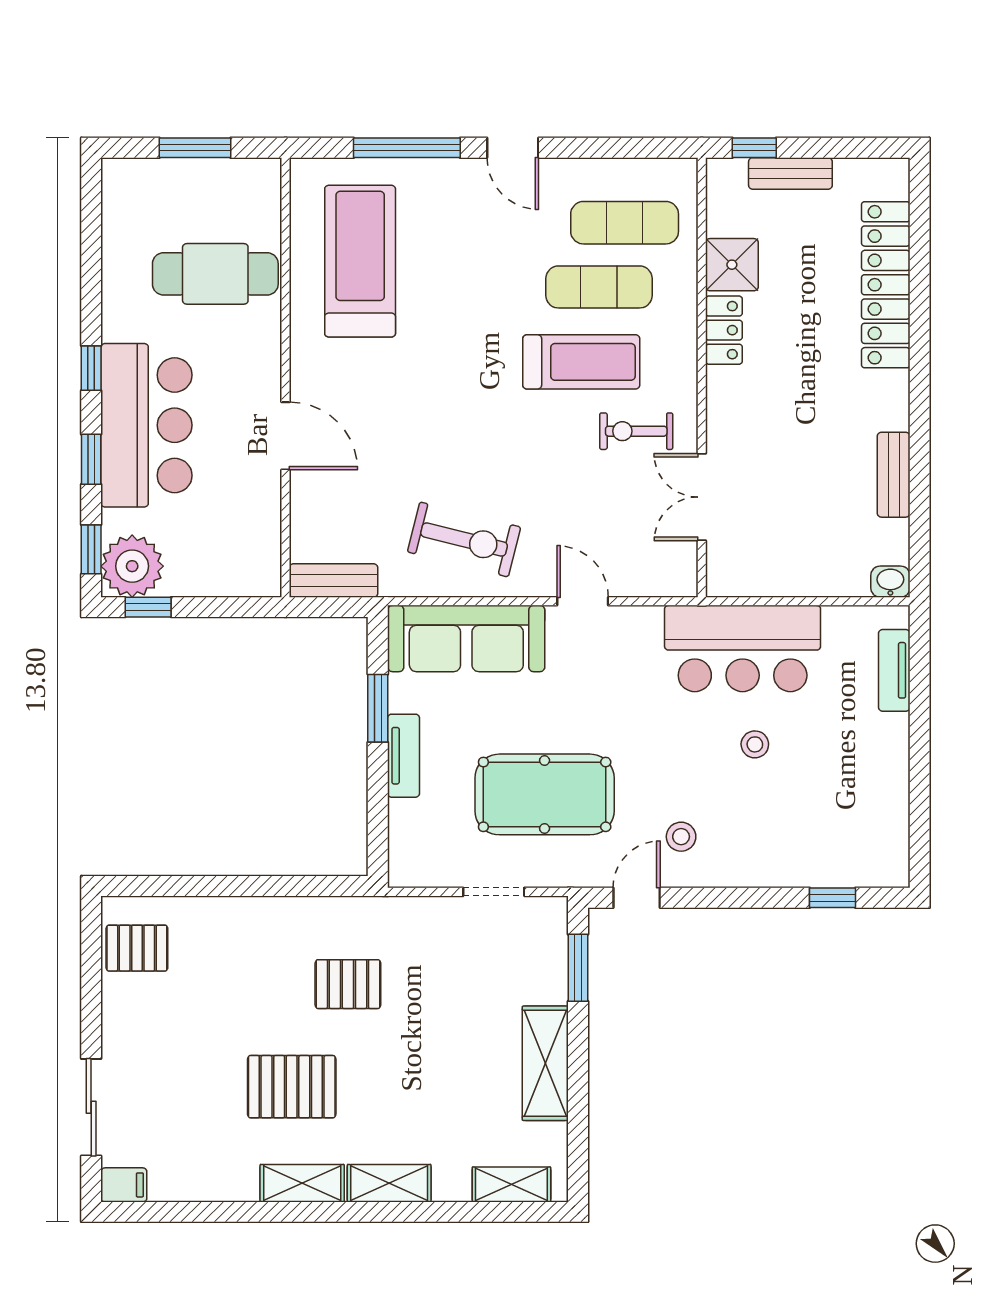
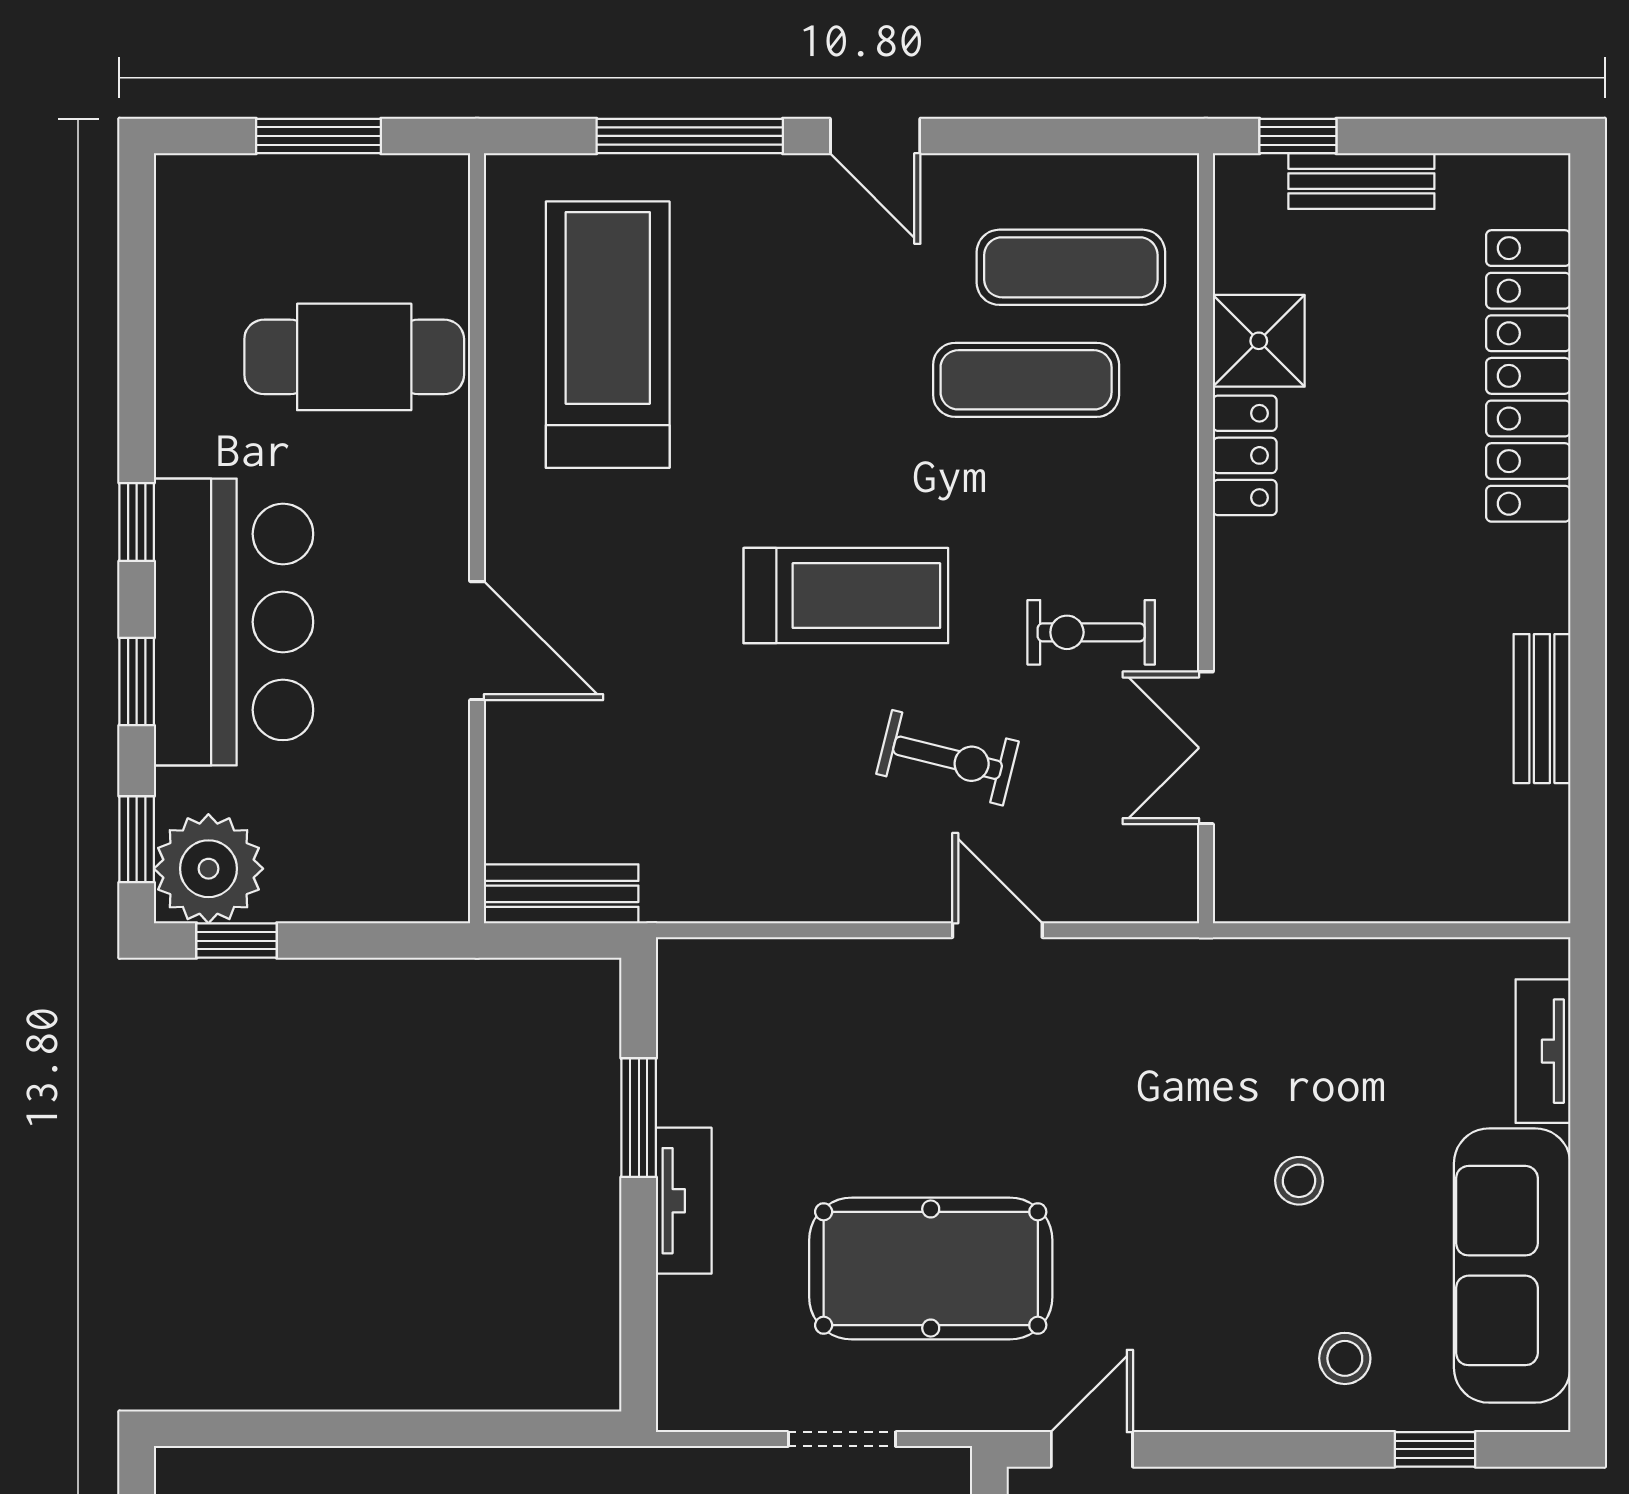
treadmill: (581, 362) -> (846, 596), moved
exercise bike: (464, 539) -> (948, 758), moved, width x0.73, depth x0.72
washbasin: (890, 582) -> (1536, 896), removed
sofa: (466, 638) -> (1512, 1266), moved, turned 90
bar counter: (743, 648) -> (1277, 1013), removed
stool: (681, 837) -> (1345, 1358), moved

